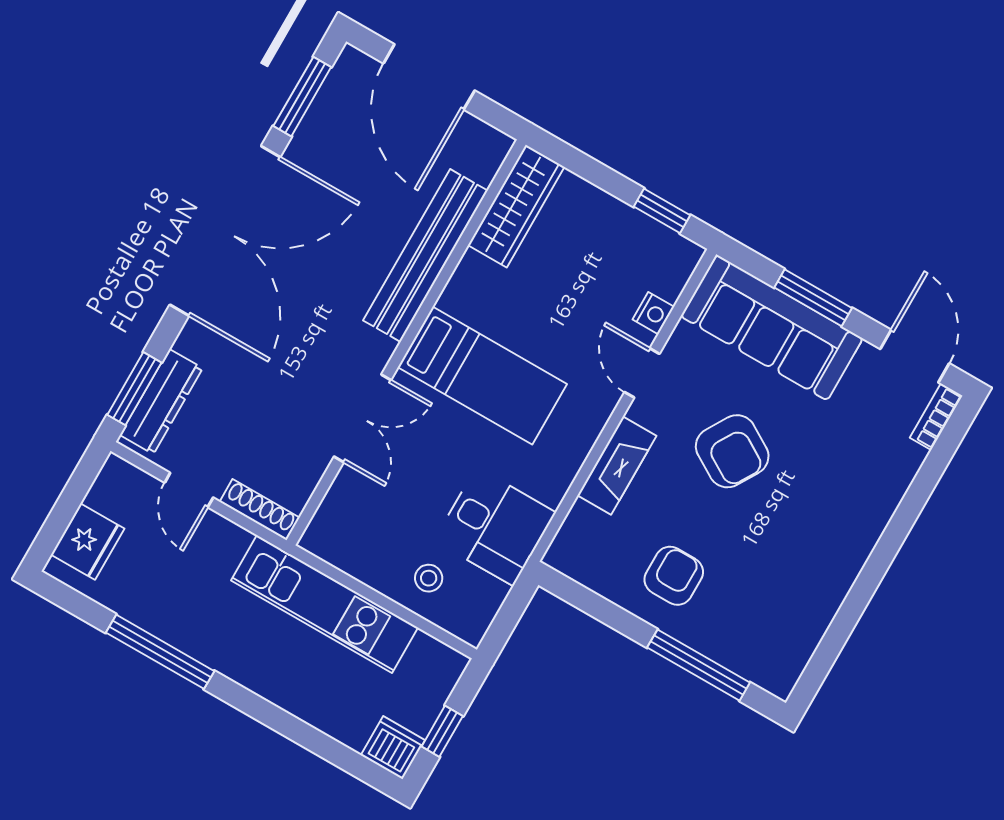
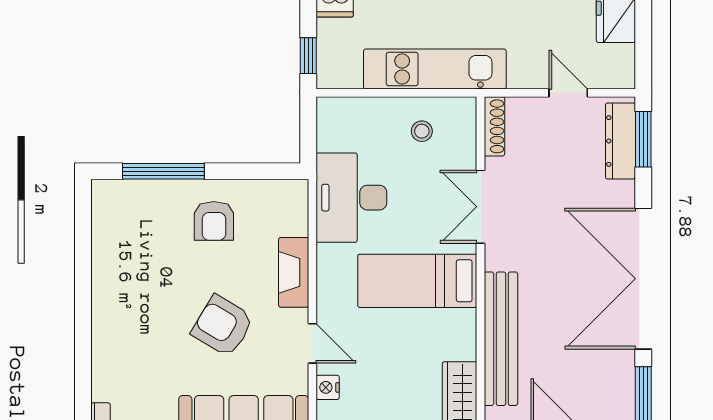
shoe rack: (259, 510) -> (494, 126), moved, turned -90
desk: (495, 526) -> (351, 198), width x1.37
stool: (429, 578) -> (422, 131), moved
window: (442, 731) -> (308, 56), moved

